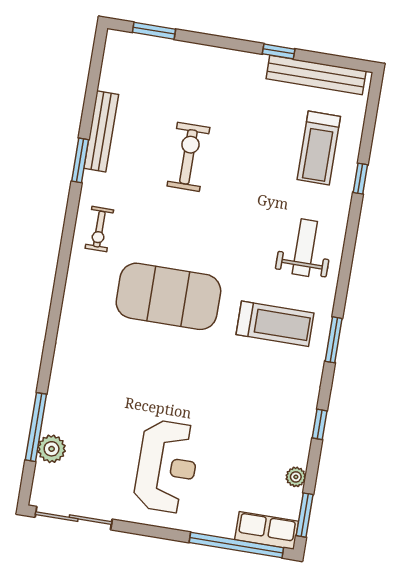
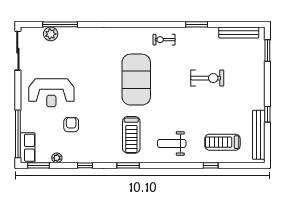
bench: (101, 131) -> (239, 32), moved
weight bench: (305, 248) -> (172, 143), turned 180
armchair: (235, 438) -> (71, 125), added

